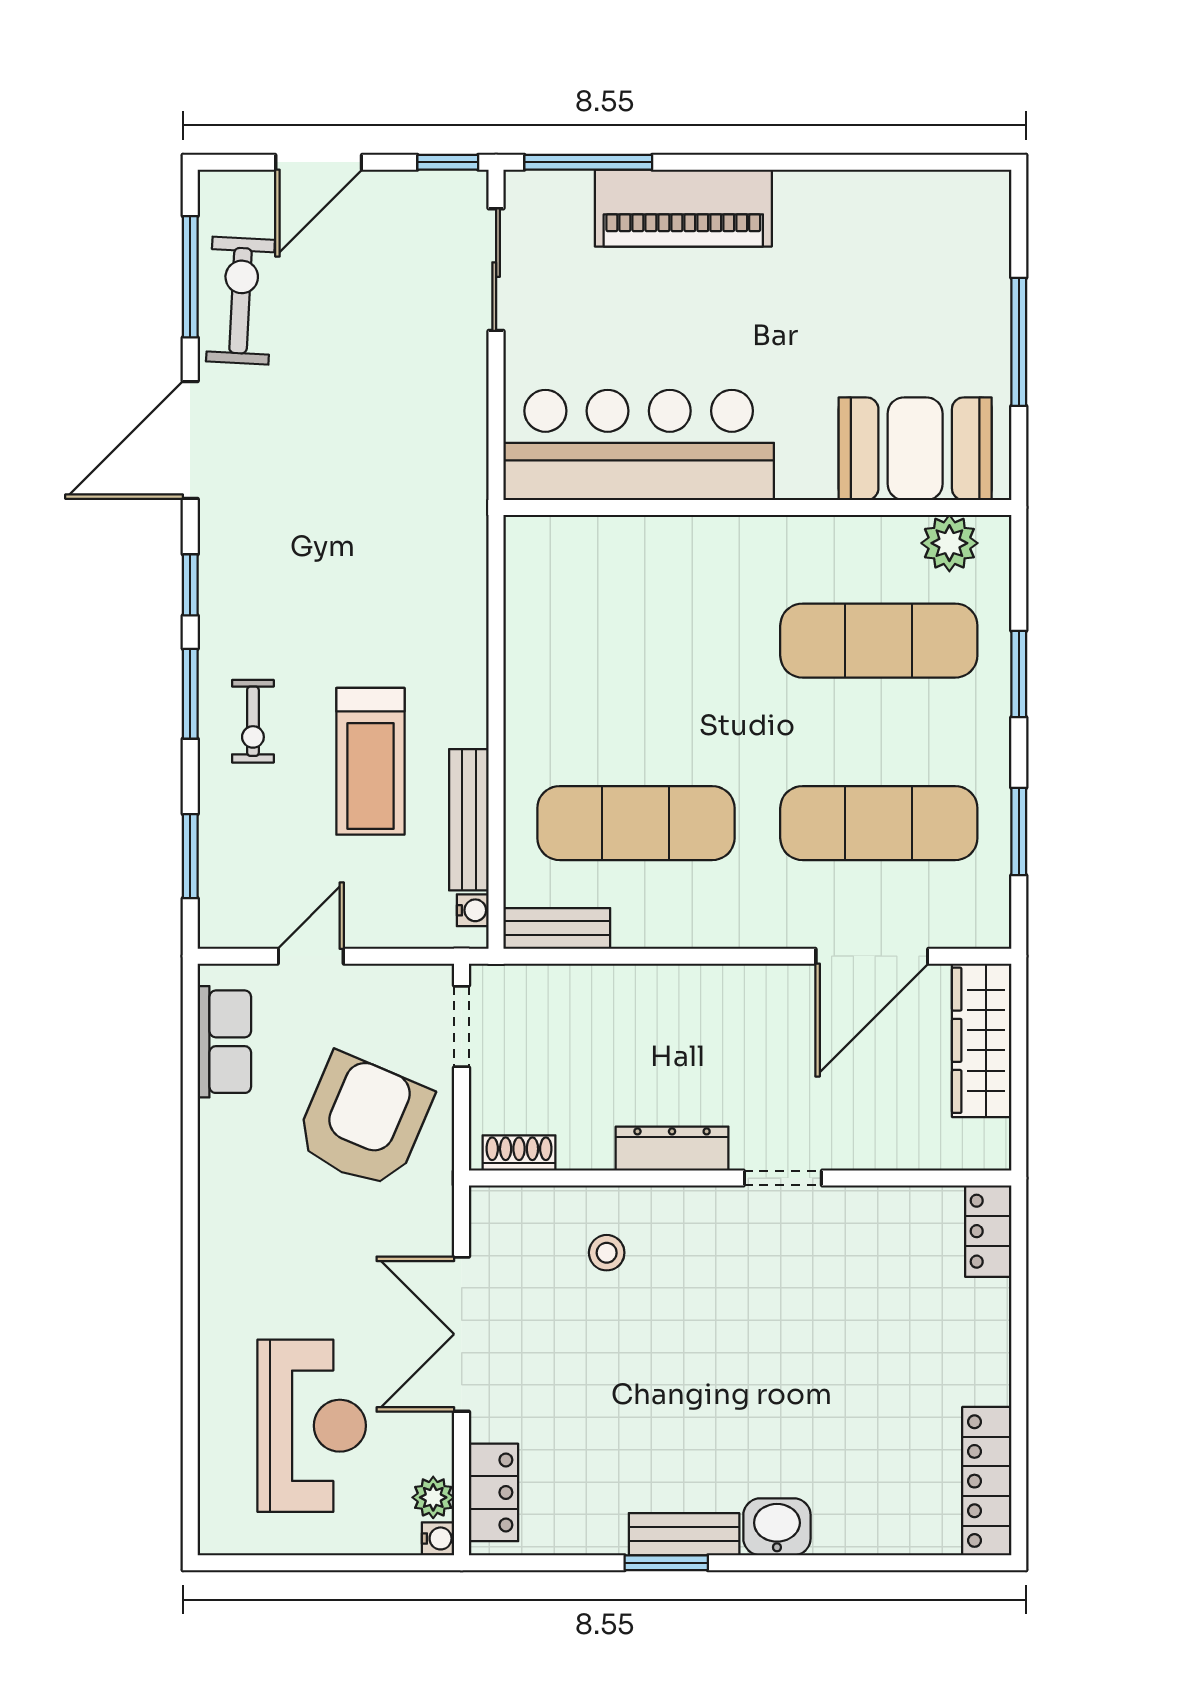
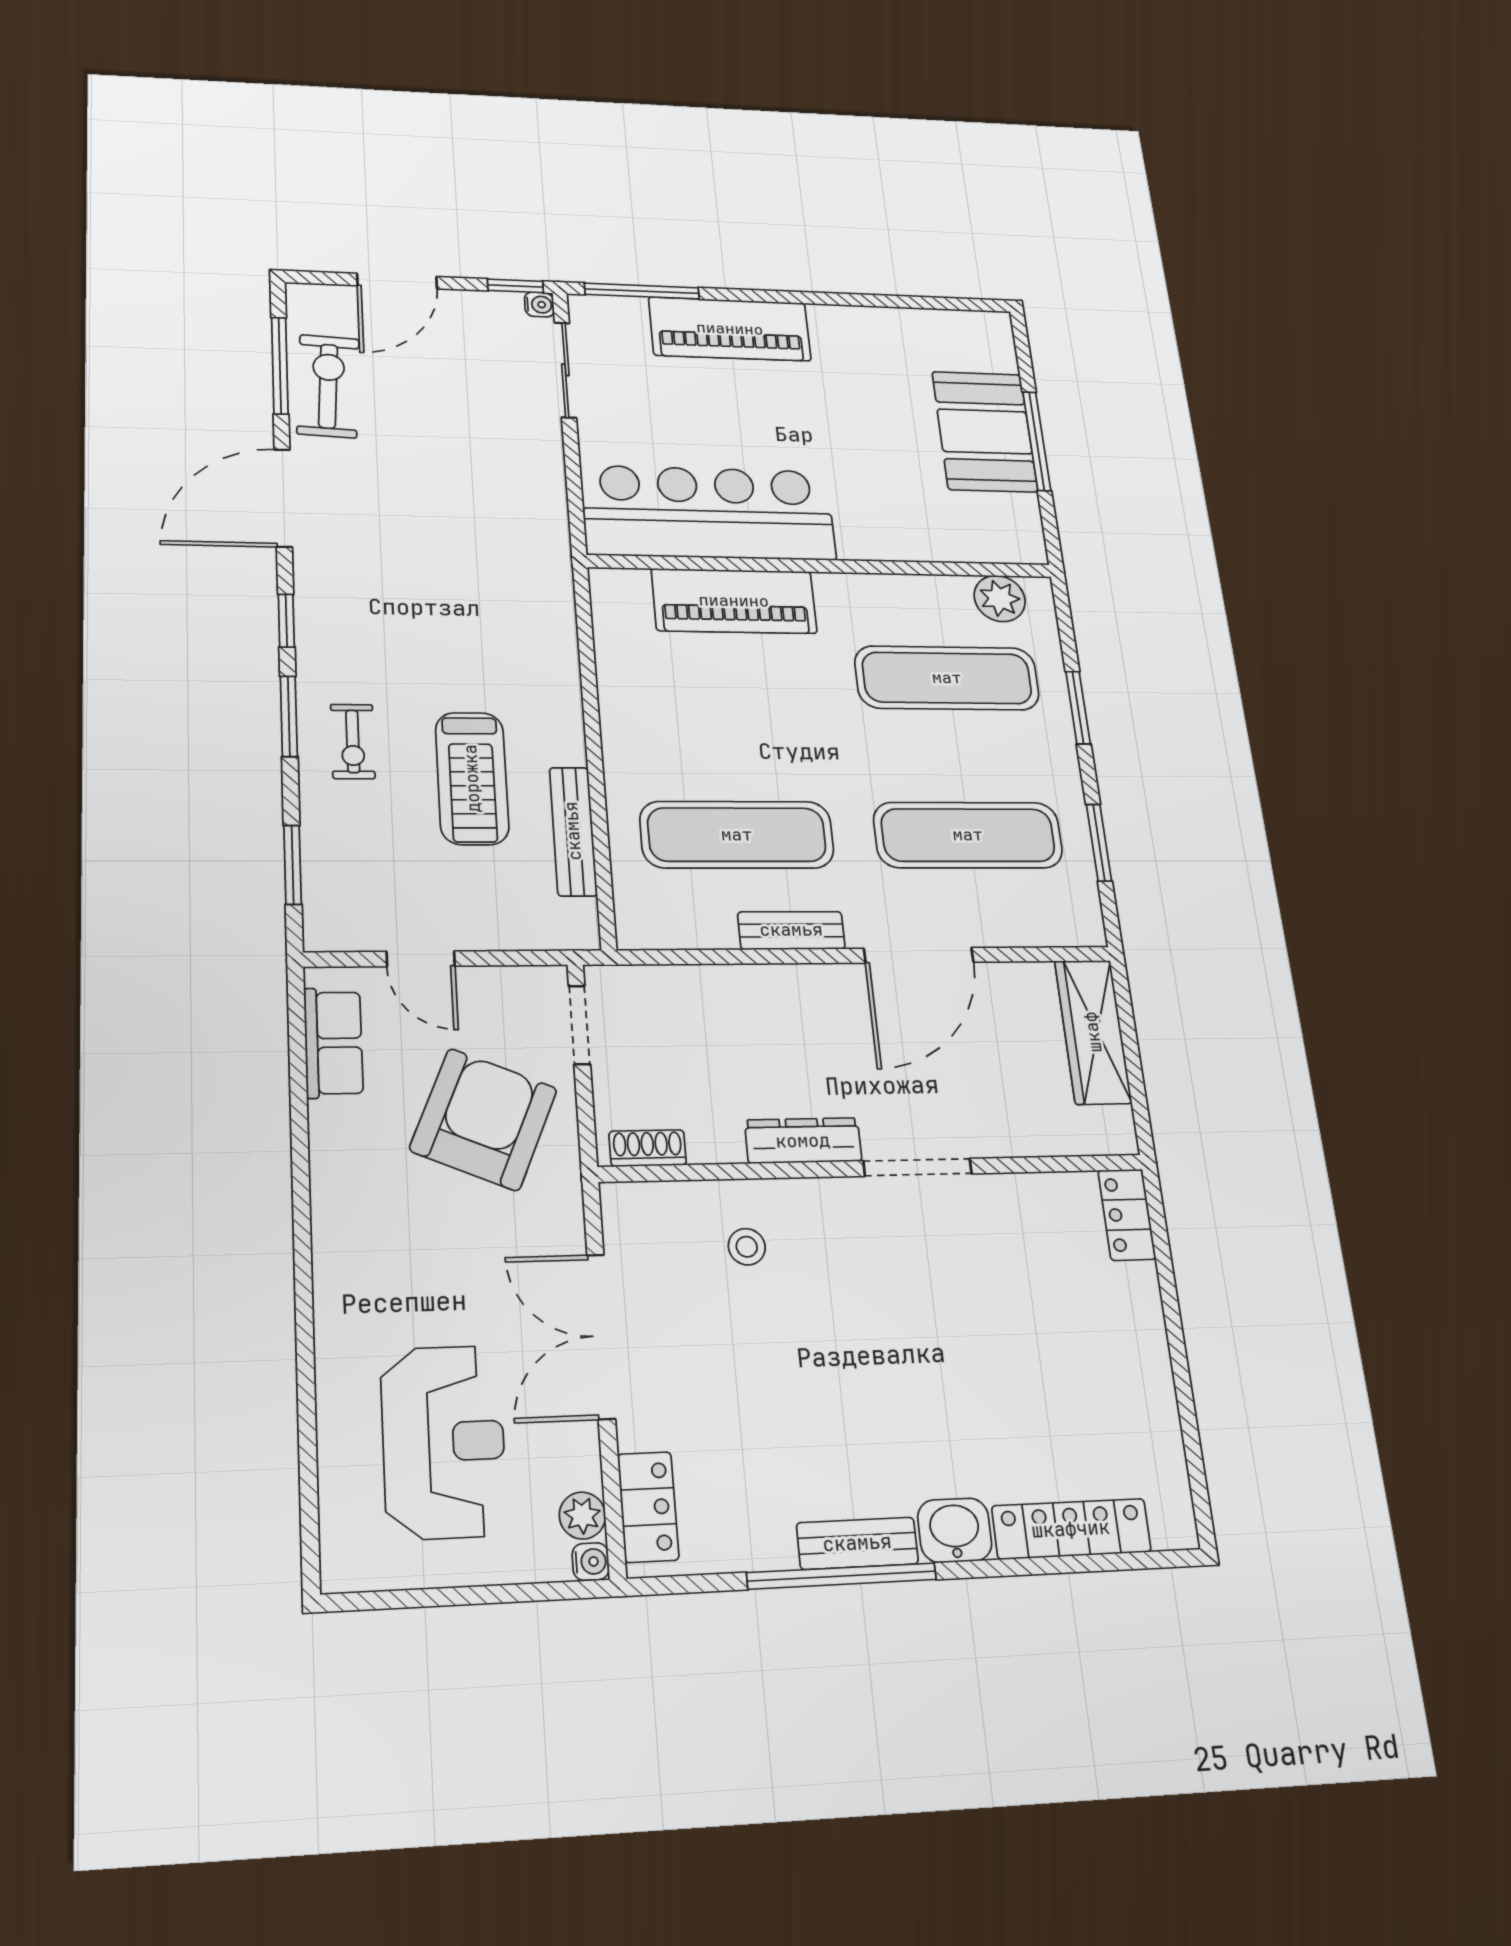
booth: (915, 449) -> (985, 432), moved, turned 90
piano: (657, 552) -> (734, 601), added
water cooler: (473, 910) -> (539, 305), moved
bench: (557, 928) -> (791, 930), moved
door: (311, 956) -> (421, 959), swing flipped
door: (872, 956) -> (919, 955), moved
doorway: (783, 1178) -> (918, 1167), width x1.38
locker: (987, 1481) -> (1071, 1529), moved, turned 90
window: (666, 1563) -> (842, 1576), width x2.11

